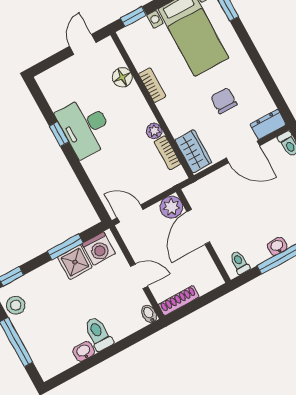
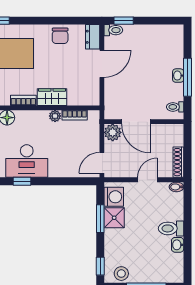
chair: (224, 101) -> (60, 36), moved, turned -90
wardrobe: (193, 151) -> (52, 97), moved

